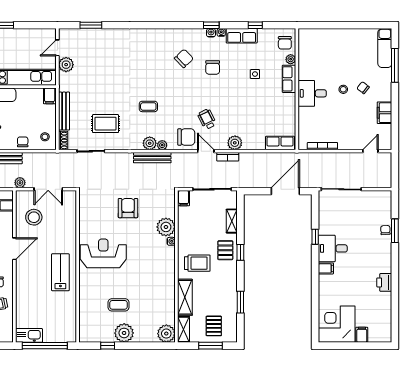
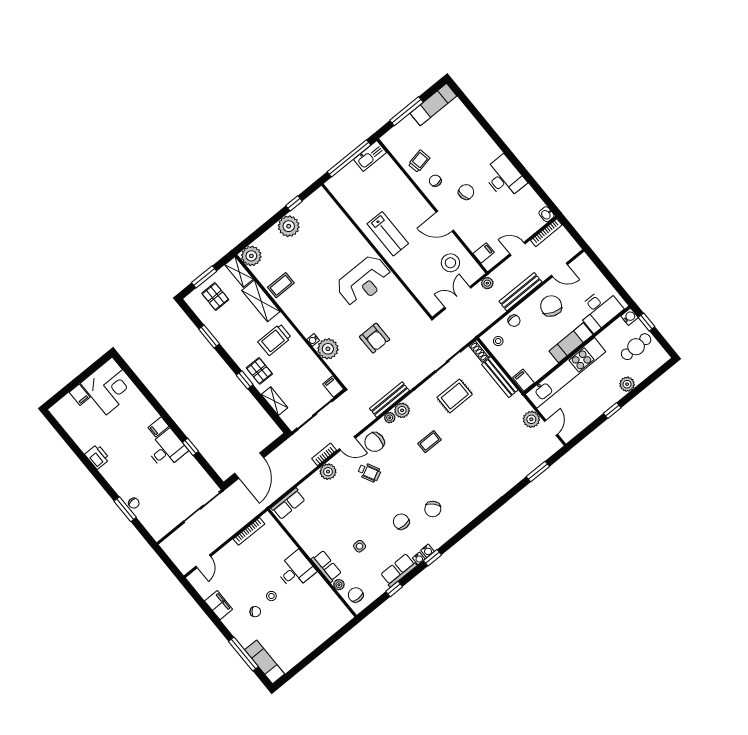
door: (14, 249) -> (445, 221), hinge flipped
coffee table: (118, 305) -> (281, 285), moved

